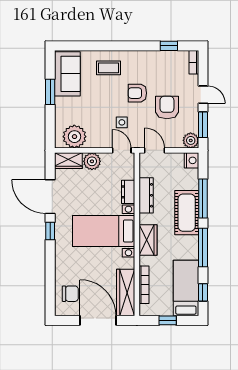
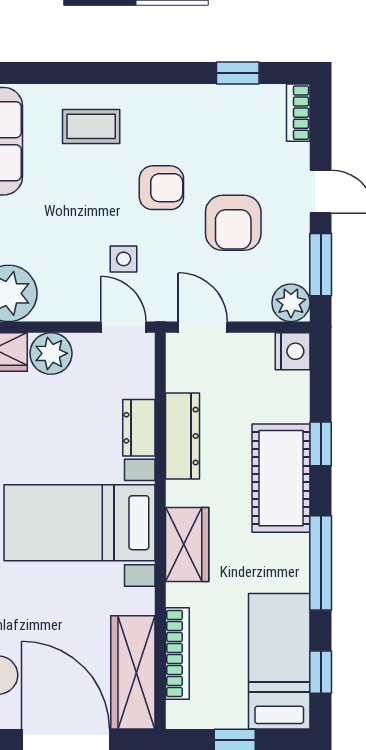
armchair: (137, 93) -> (161, 188), turned 180
armchair: (167, 108) -> (233, 223), turned 180
window: (203, 199) -> (321, 444), width x0.46

